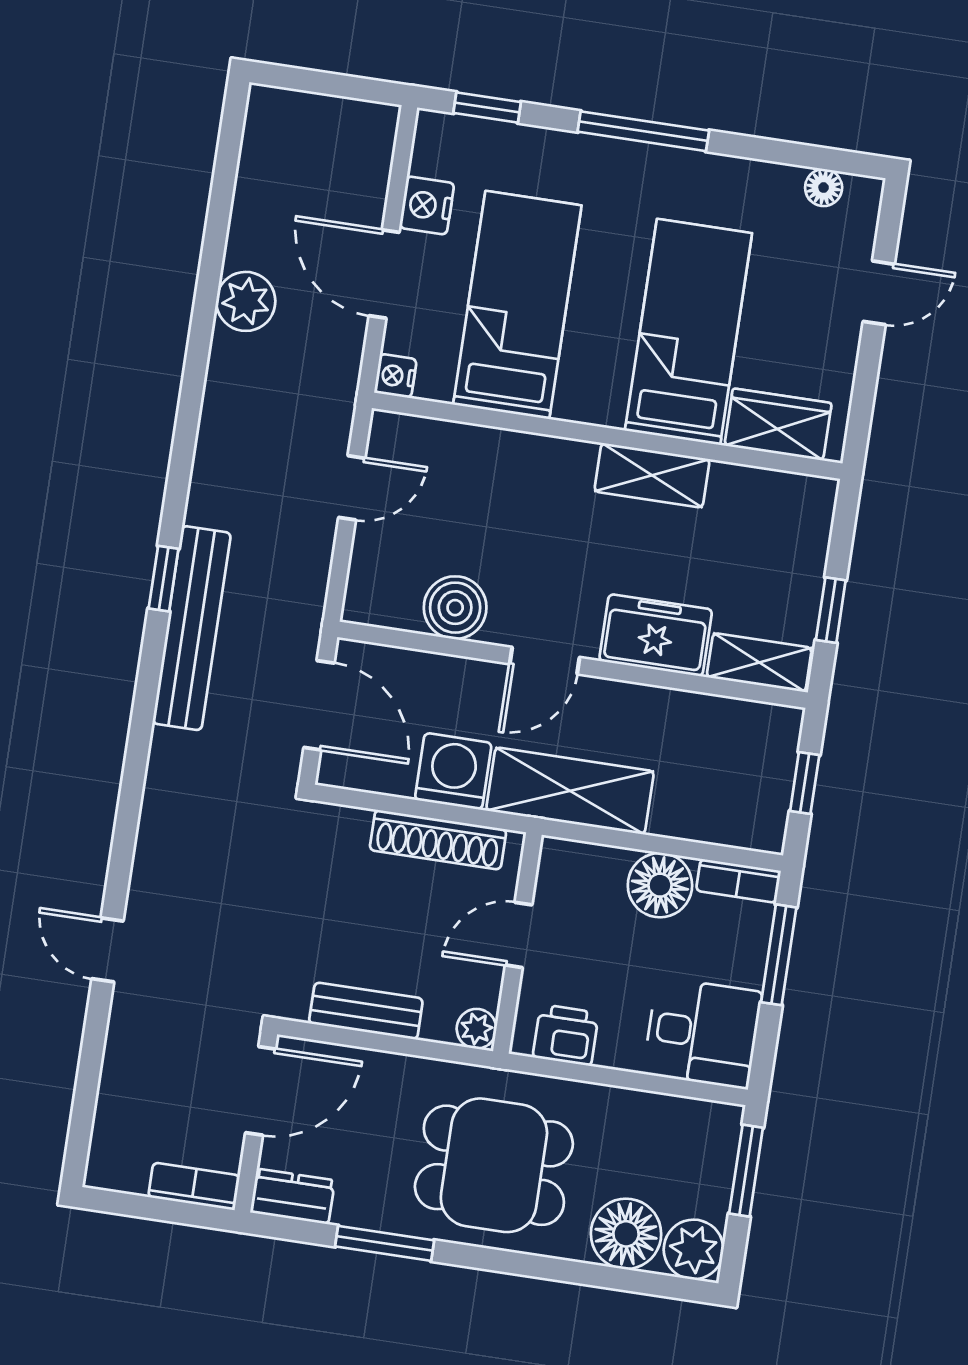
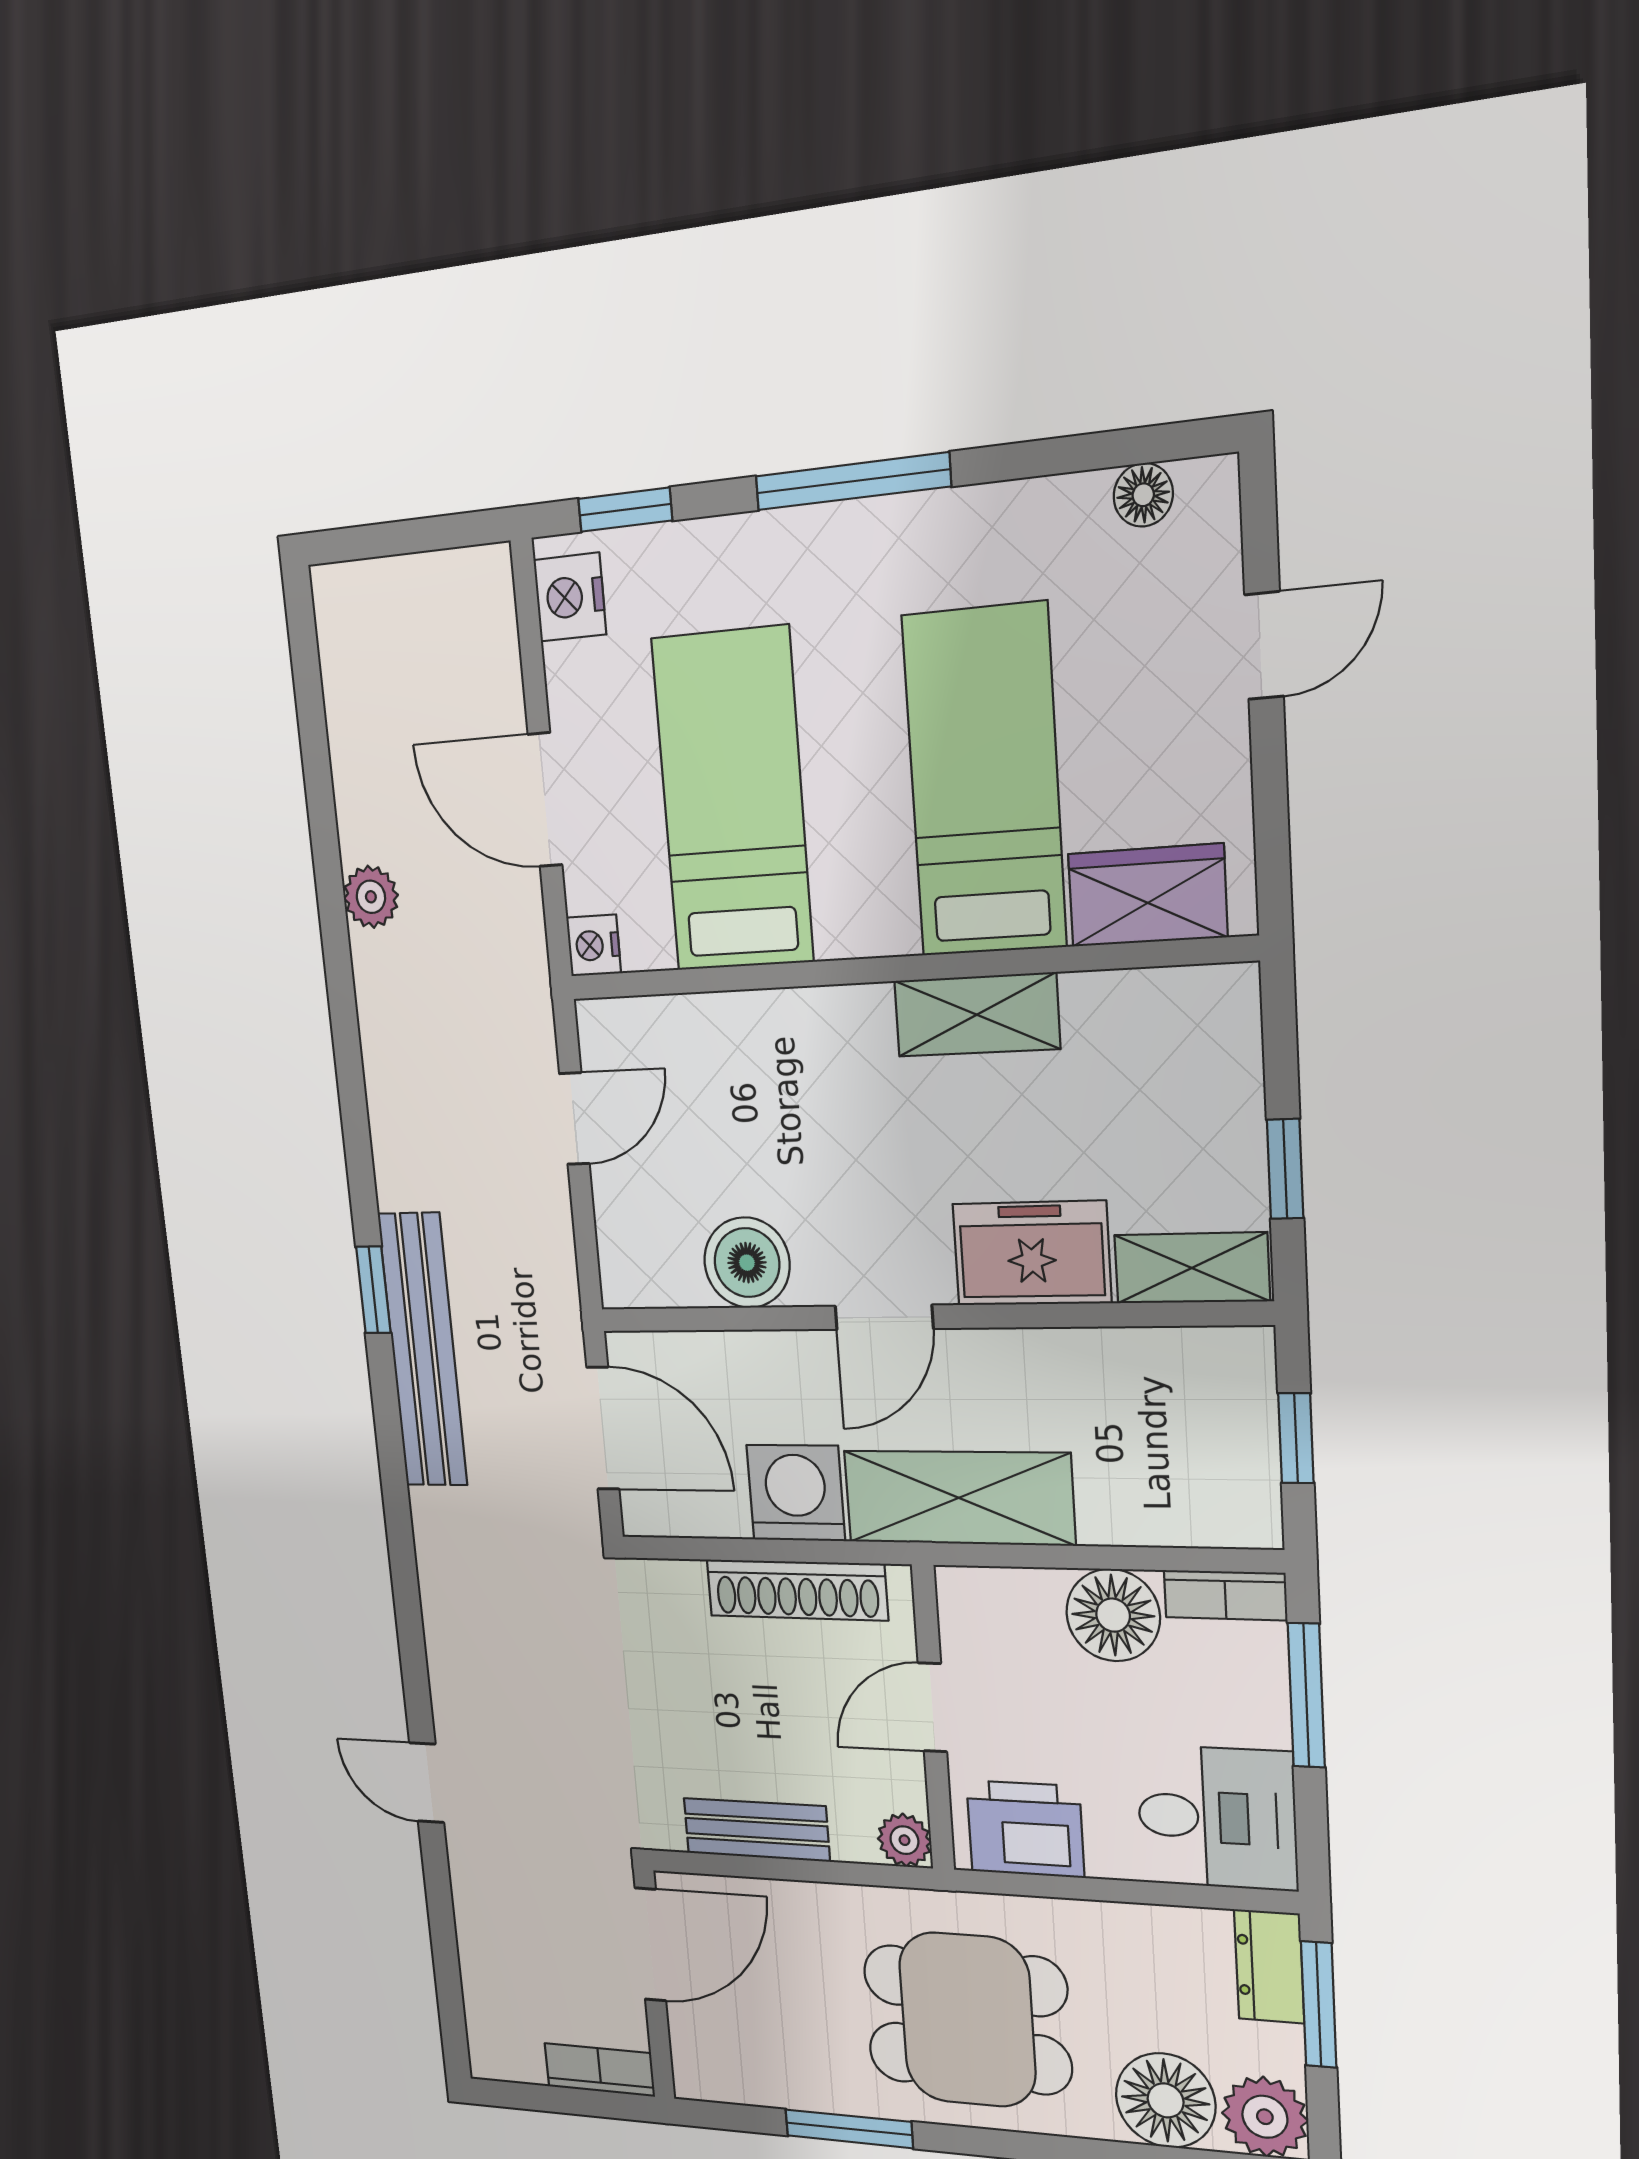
nightstand: (427, 205) -> (570, 597), moved
plant: (246, 301) -> (371, 897), width x0.73, depth x0.73
printer: (566, 1035) -> (1025, 1829), width x1.36, depth x1.24
dresser: (293, 1196) -> (1269, 1966), moved, turned -90

